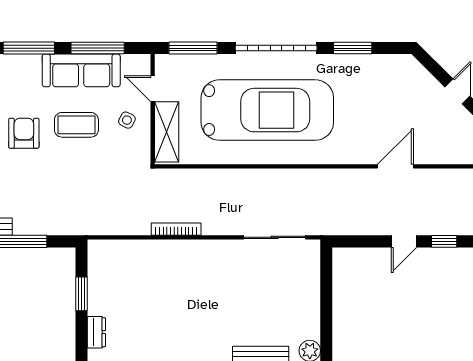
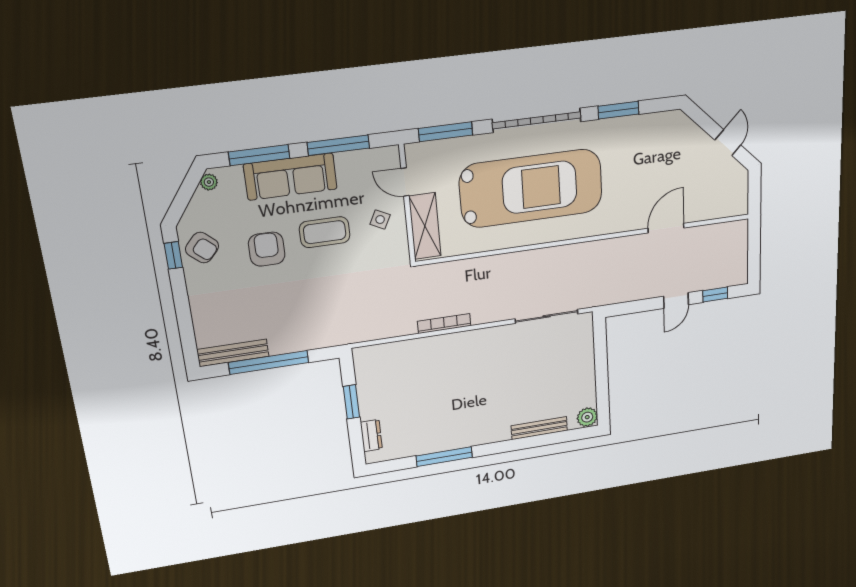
sofa: (81, 70) -> (290, 177), moved

